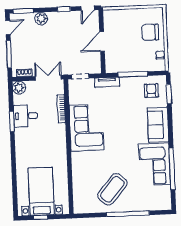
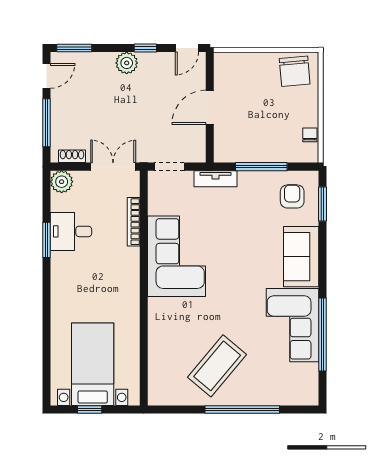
plant: (41, 19) -> (127, 63), moved
chair: (150, 32) -> (295, 71), moved, turned -95

